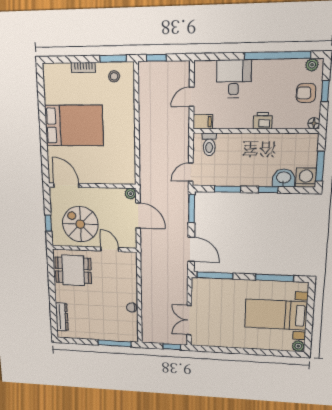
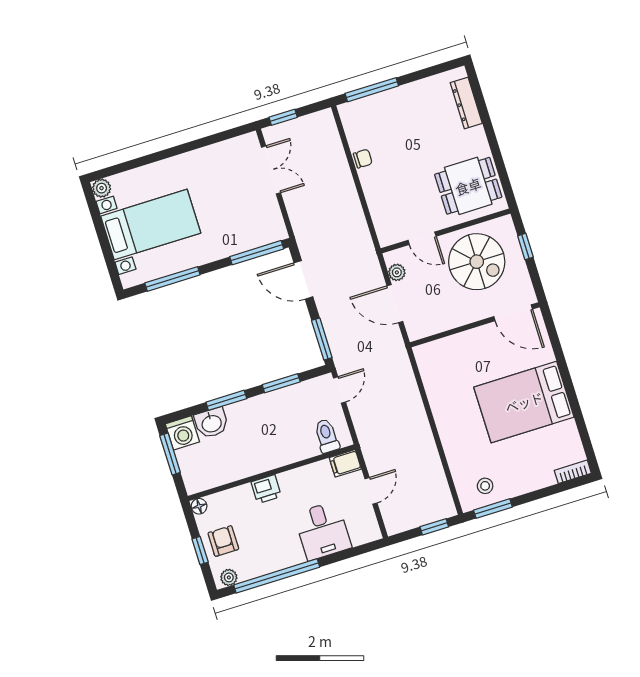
bookcase: (83, 68) -> (573, 472), moved
armchair: (306, 93) -> (223, 541), turned -90
window: (268, 190) -> (226, 400), width x1.50
plant: (130, 194) -> (397, 272), moved

